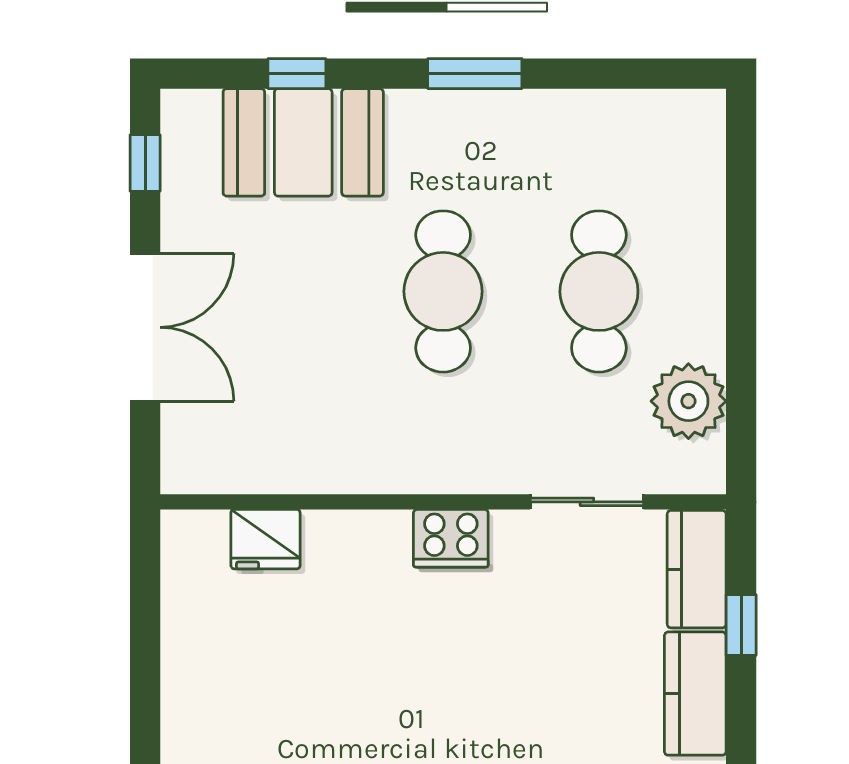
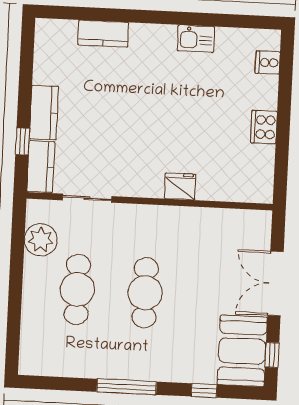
window: (475, 74) -> (127, 387), width x1.44
booth: (303, 142) -> (242, 351), moved, turned 90
cooker: (451, 538) -> (264, 127), moved, turned -90
fridge: (266, 539) -> (180, 186), moved

